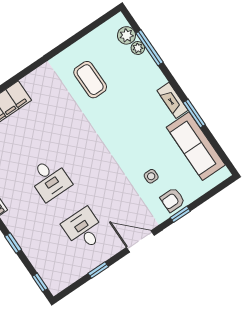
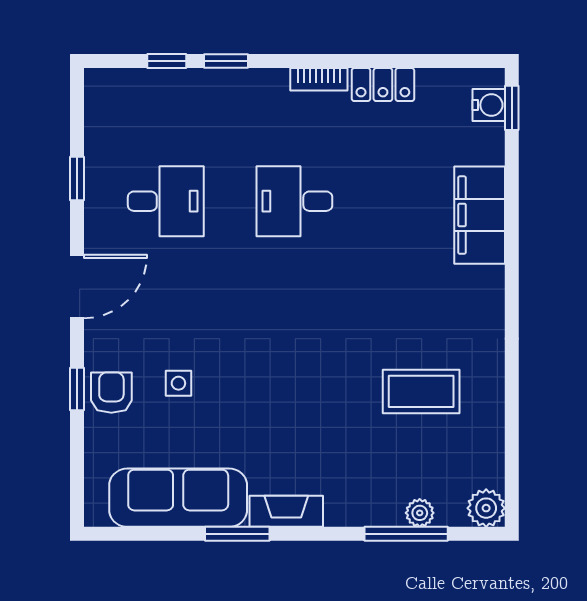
plant: (126, 35) -> (486, 508), moved
window: (40, 282) -> (167, 61), moved

